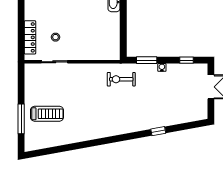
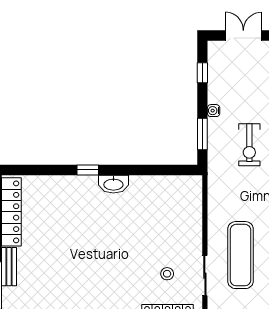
exercise bike: (121, 79) -> (249, 145), moved
exercise mat: (68, 85) -> (241, 255), added

